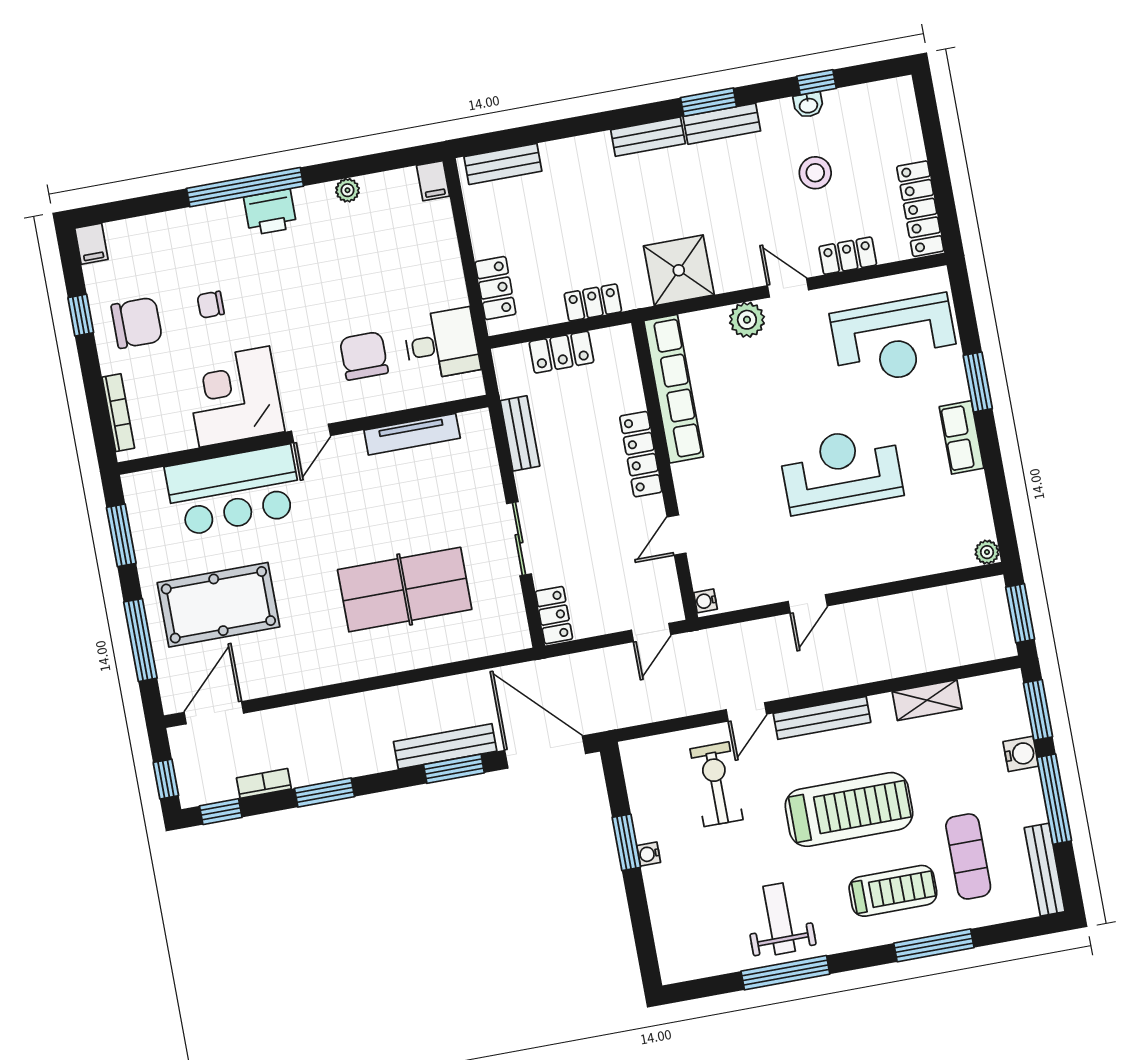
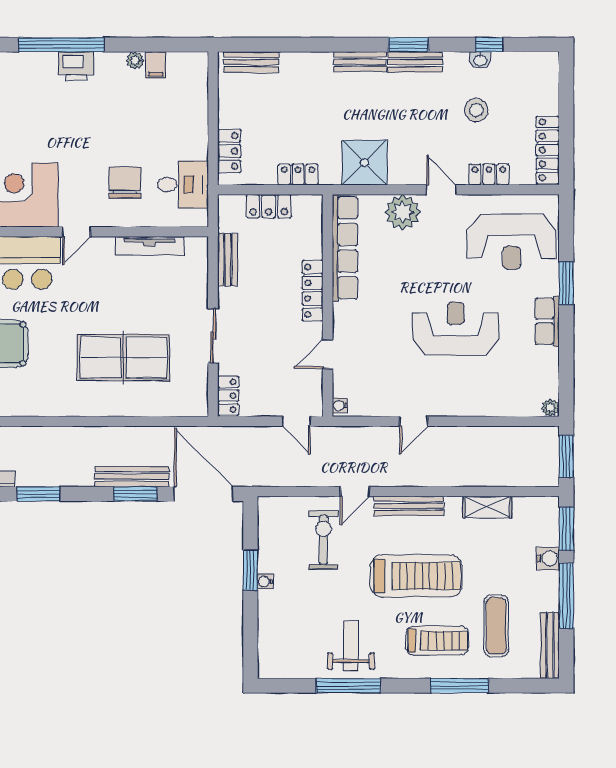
filing cabinet: (433, 181) -> (156, 65), moved
chair: (211, 305) -> (21, 125), removed
plant: (747, 320) -> (403, 212), width x1.36, depth x1.36
door: (651, 632) -> (296, 421), hinge flipped

